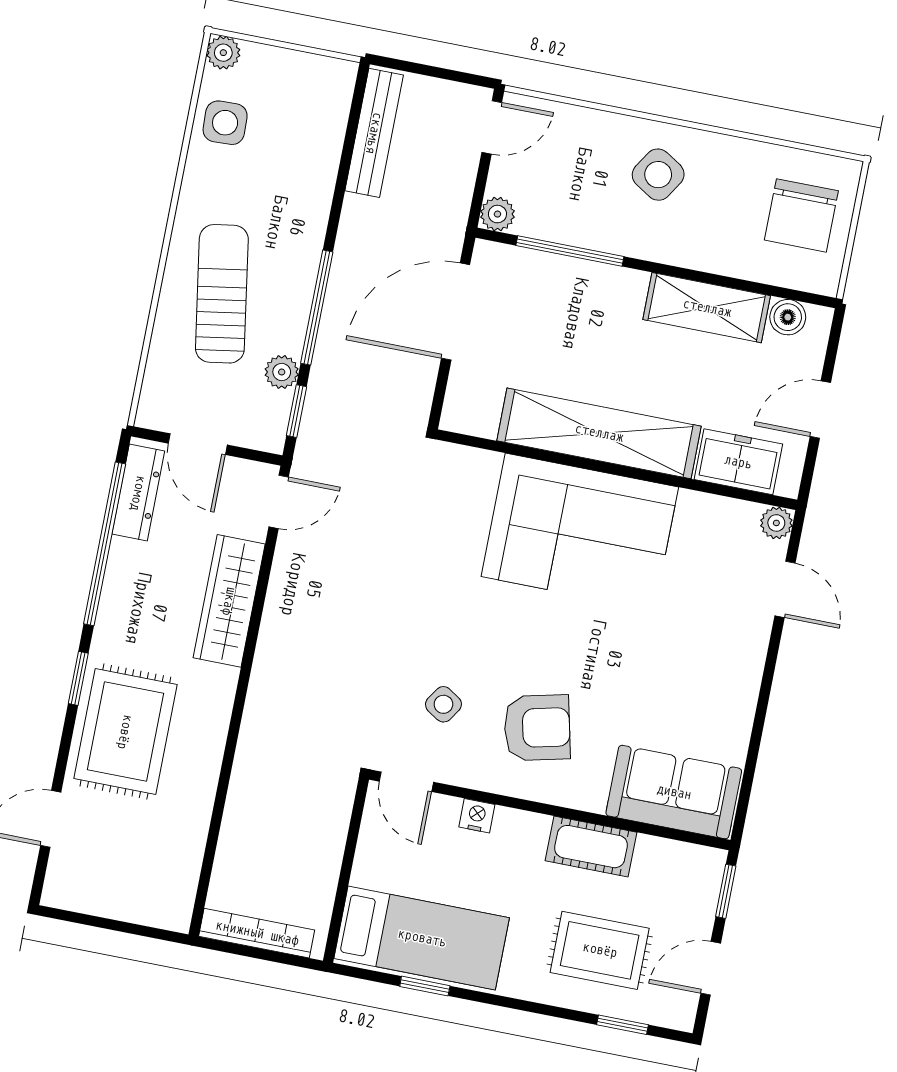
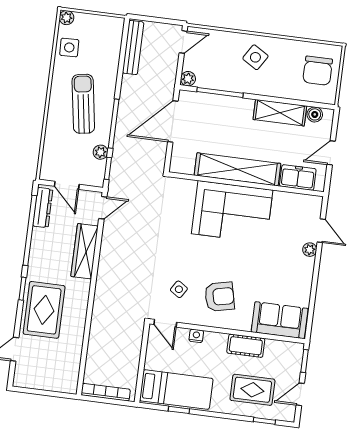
sun lounger: (222, 294) -> (83, 104), moved
plant: (776, 523) -> (310, 250), moved

